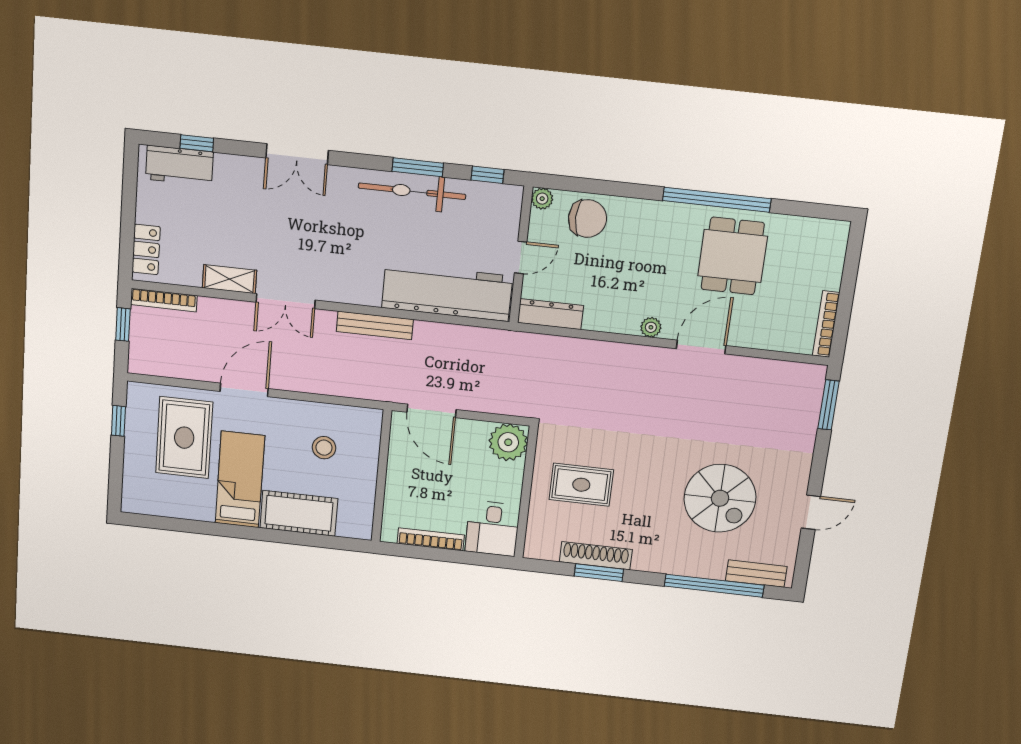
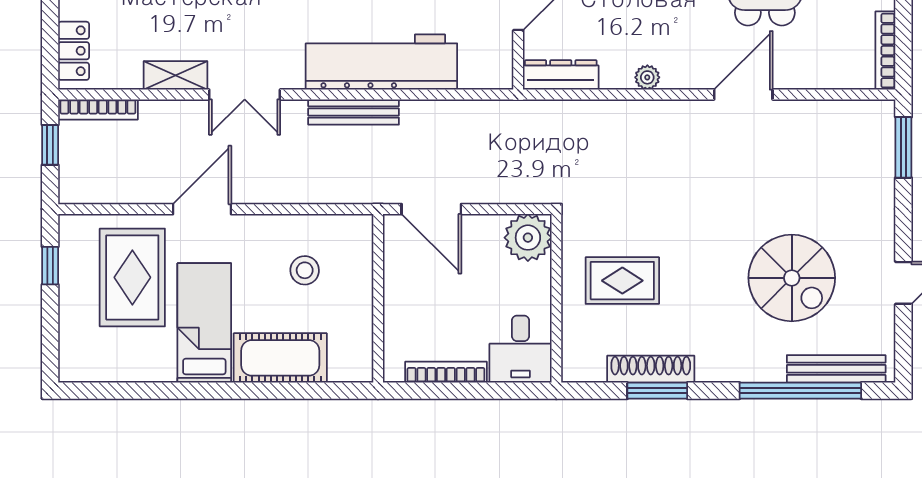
workbench: (447, 292) -> (381, 62), moved
plant: (651, 327) -> (647, 77), moved
bench: (756, 574) -> (836, 369), width x1.36

